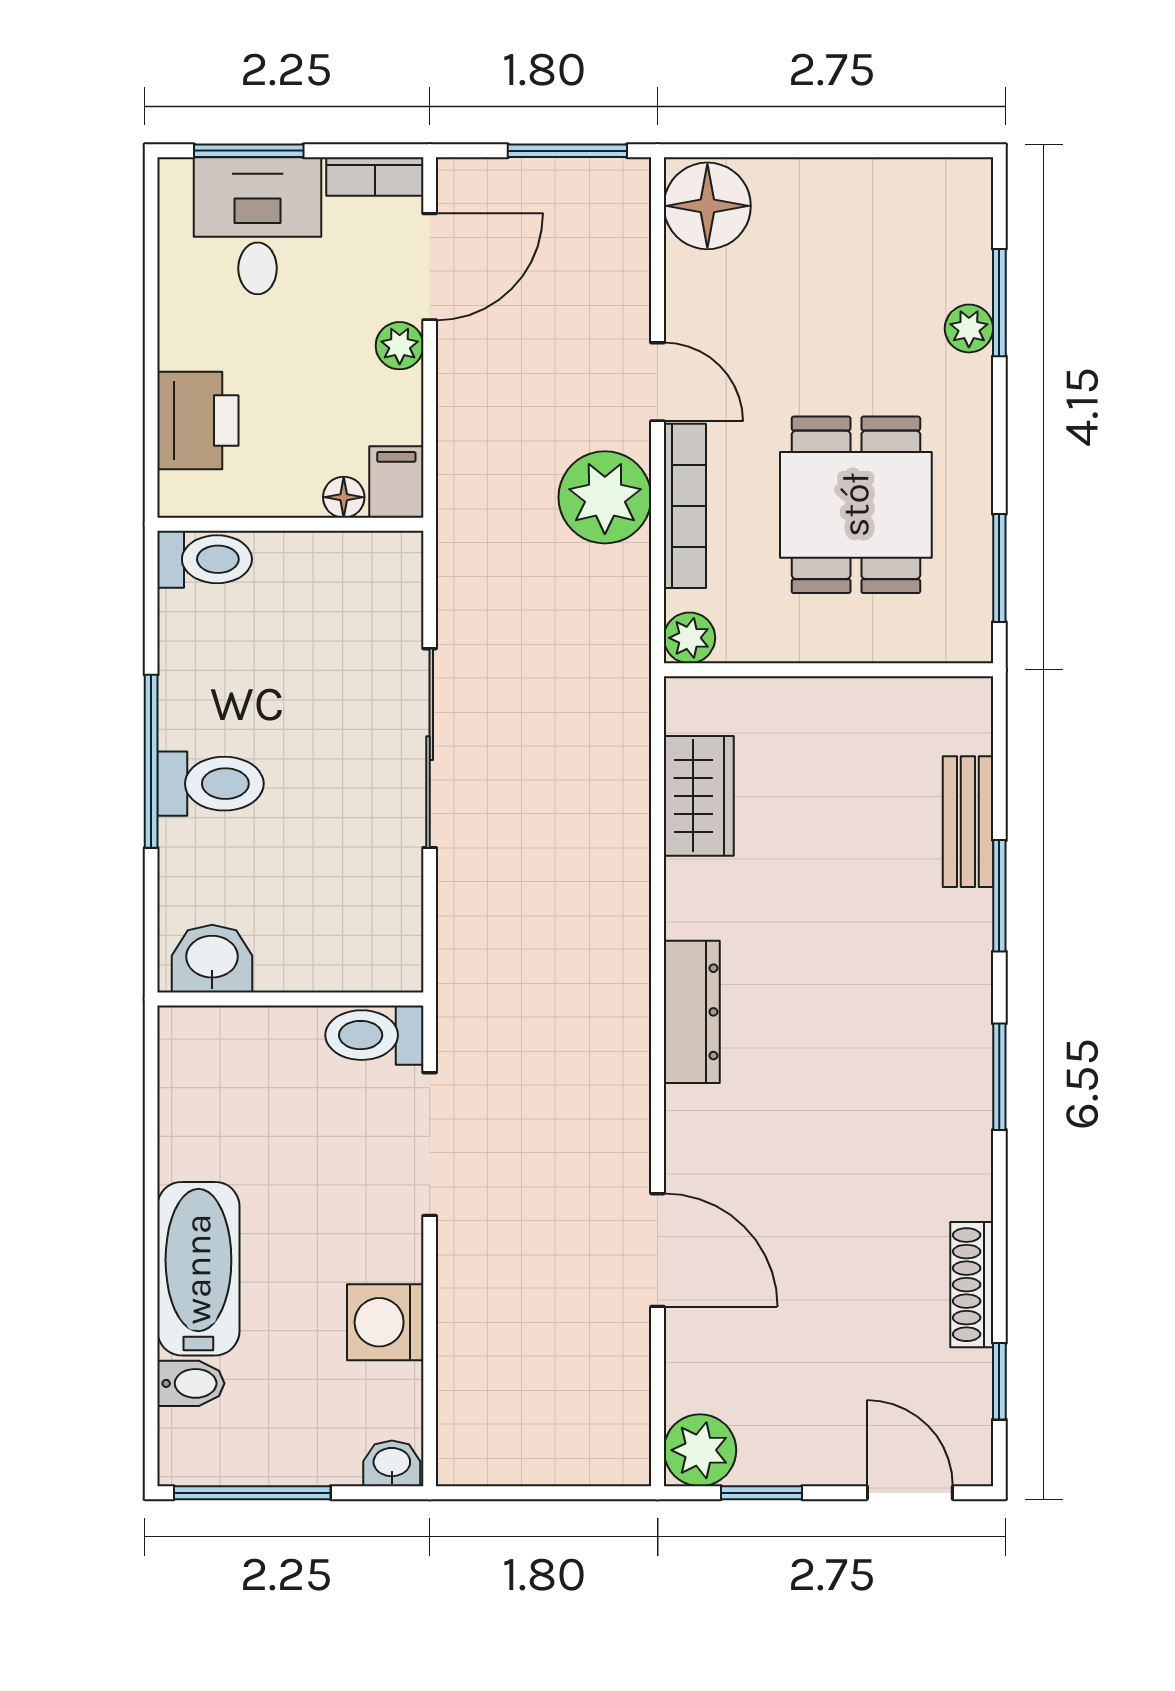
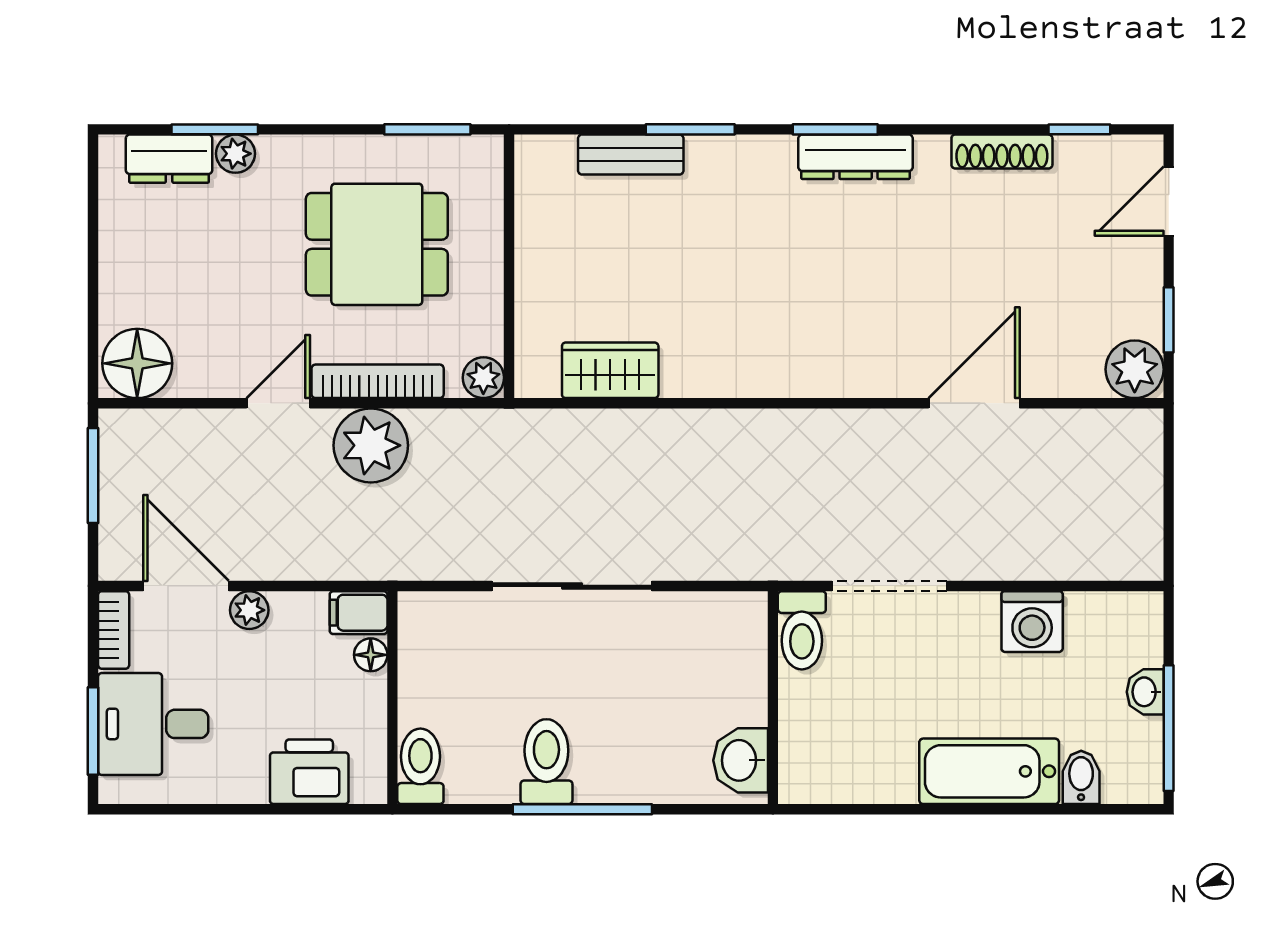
dresser: (963, 246) -> (169, 159), added
toilet: (211, 784) -> (546, 762), moved
dresser: (692, 1012) -> (856, 157), moved, turned 180
washbasin: (392, 1463) -> (1145, 692), moved

